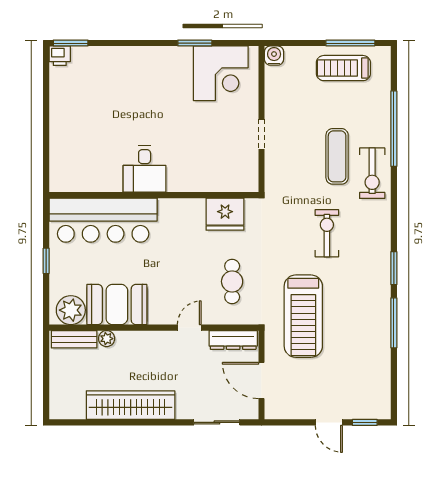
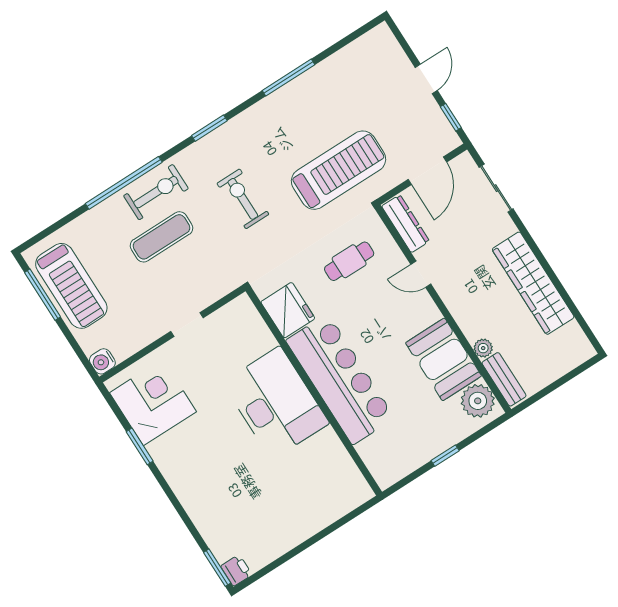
treadmill: (343, 68) -> (71, 286), width x1.37, depth x1.38
window: (394, 129) -> (124, 183), moved
desk: (145, 169) -> (276, 403), width x1.87, depth x1.30
bar counter: (103, 220) -> (340, 379), moved
exercise bike: (327, 233) -> (243, 199), turned 90
window: (394, 268) -> (209, 128), moved
window: (365, 422) -> (451, 117), moved

